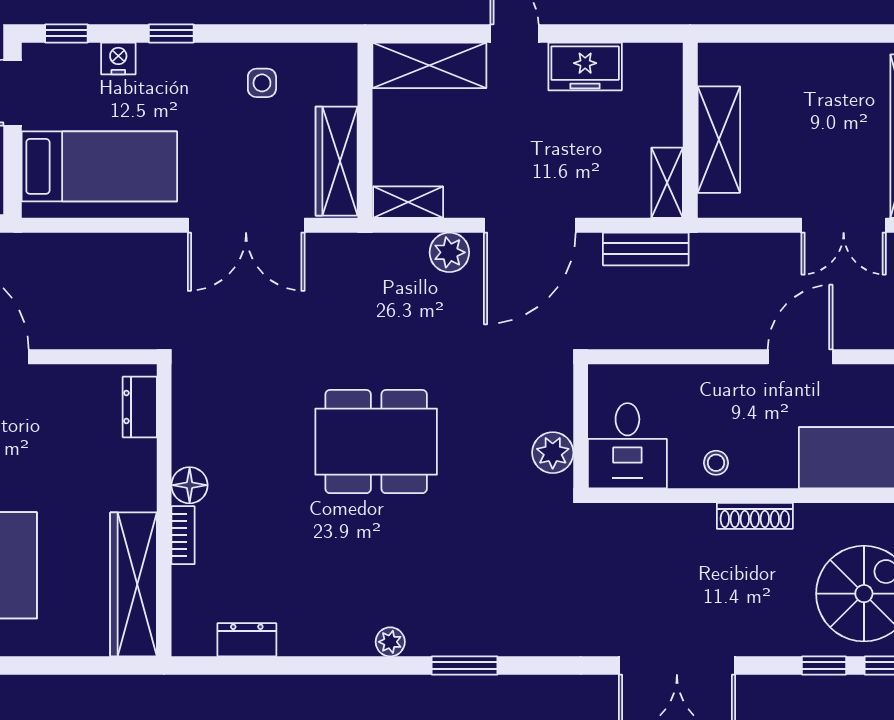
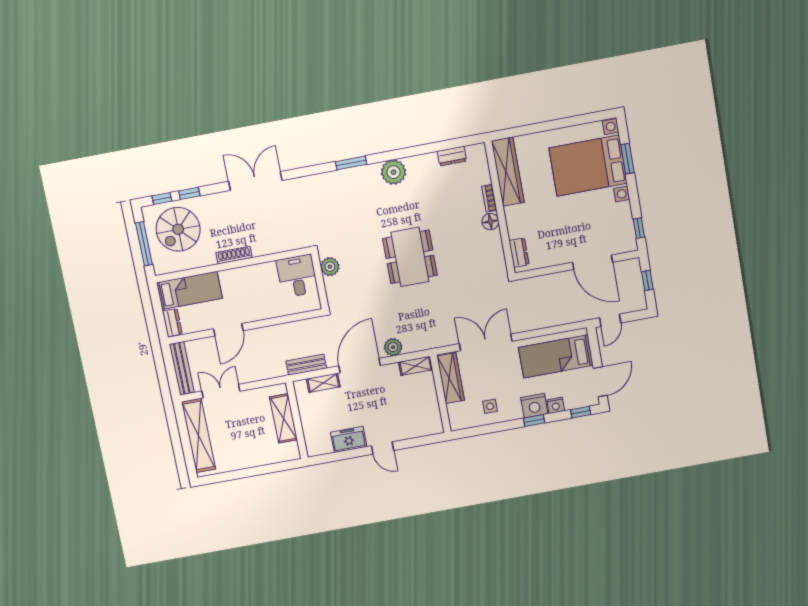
shelving: (429, 65) -> (417, 427), removed
nightstand: (165, 66) -> (534, 406), added
shelving: (667, 183) -> (323, 383), moved, turned 90
dining table: (376, 442) -> (410, 257), turned 90
stool: (716, 463) -> (256, 276), removed
plant: (390, 642) -> (394, 172), width x1.88, depth x1.88

